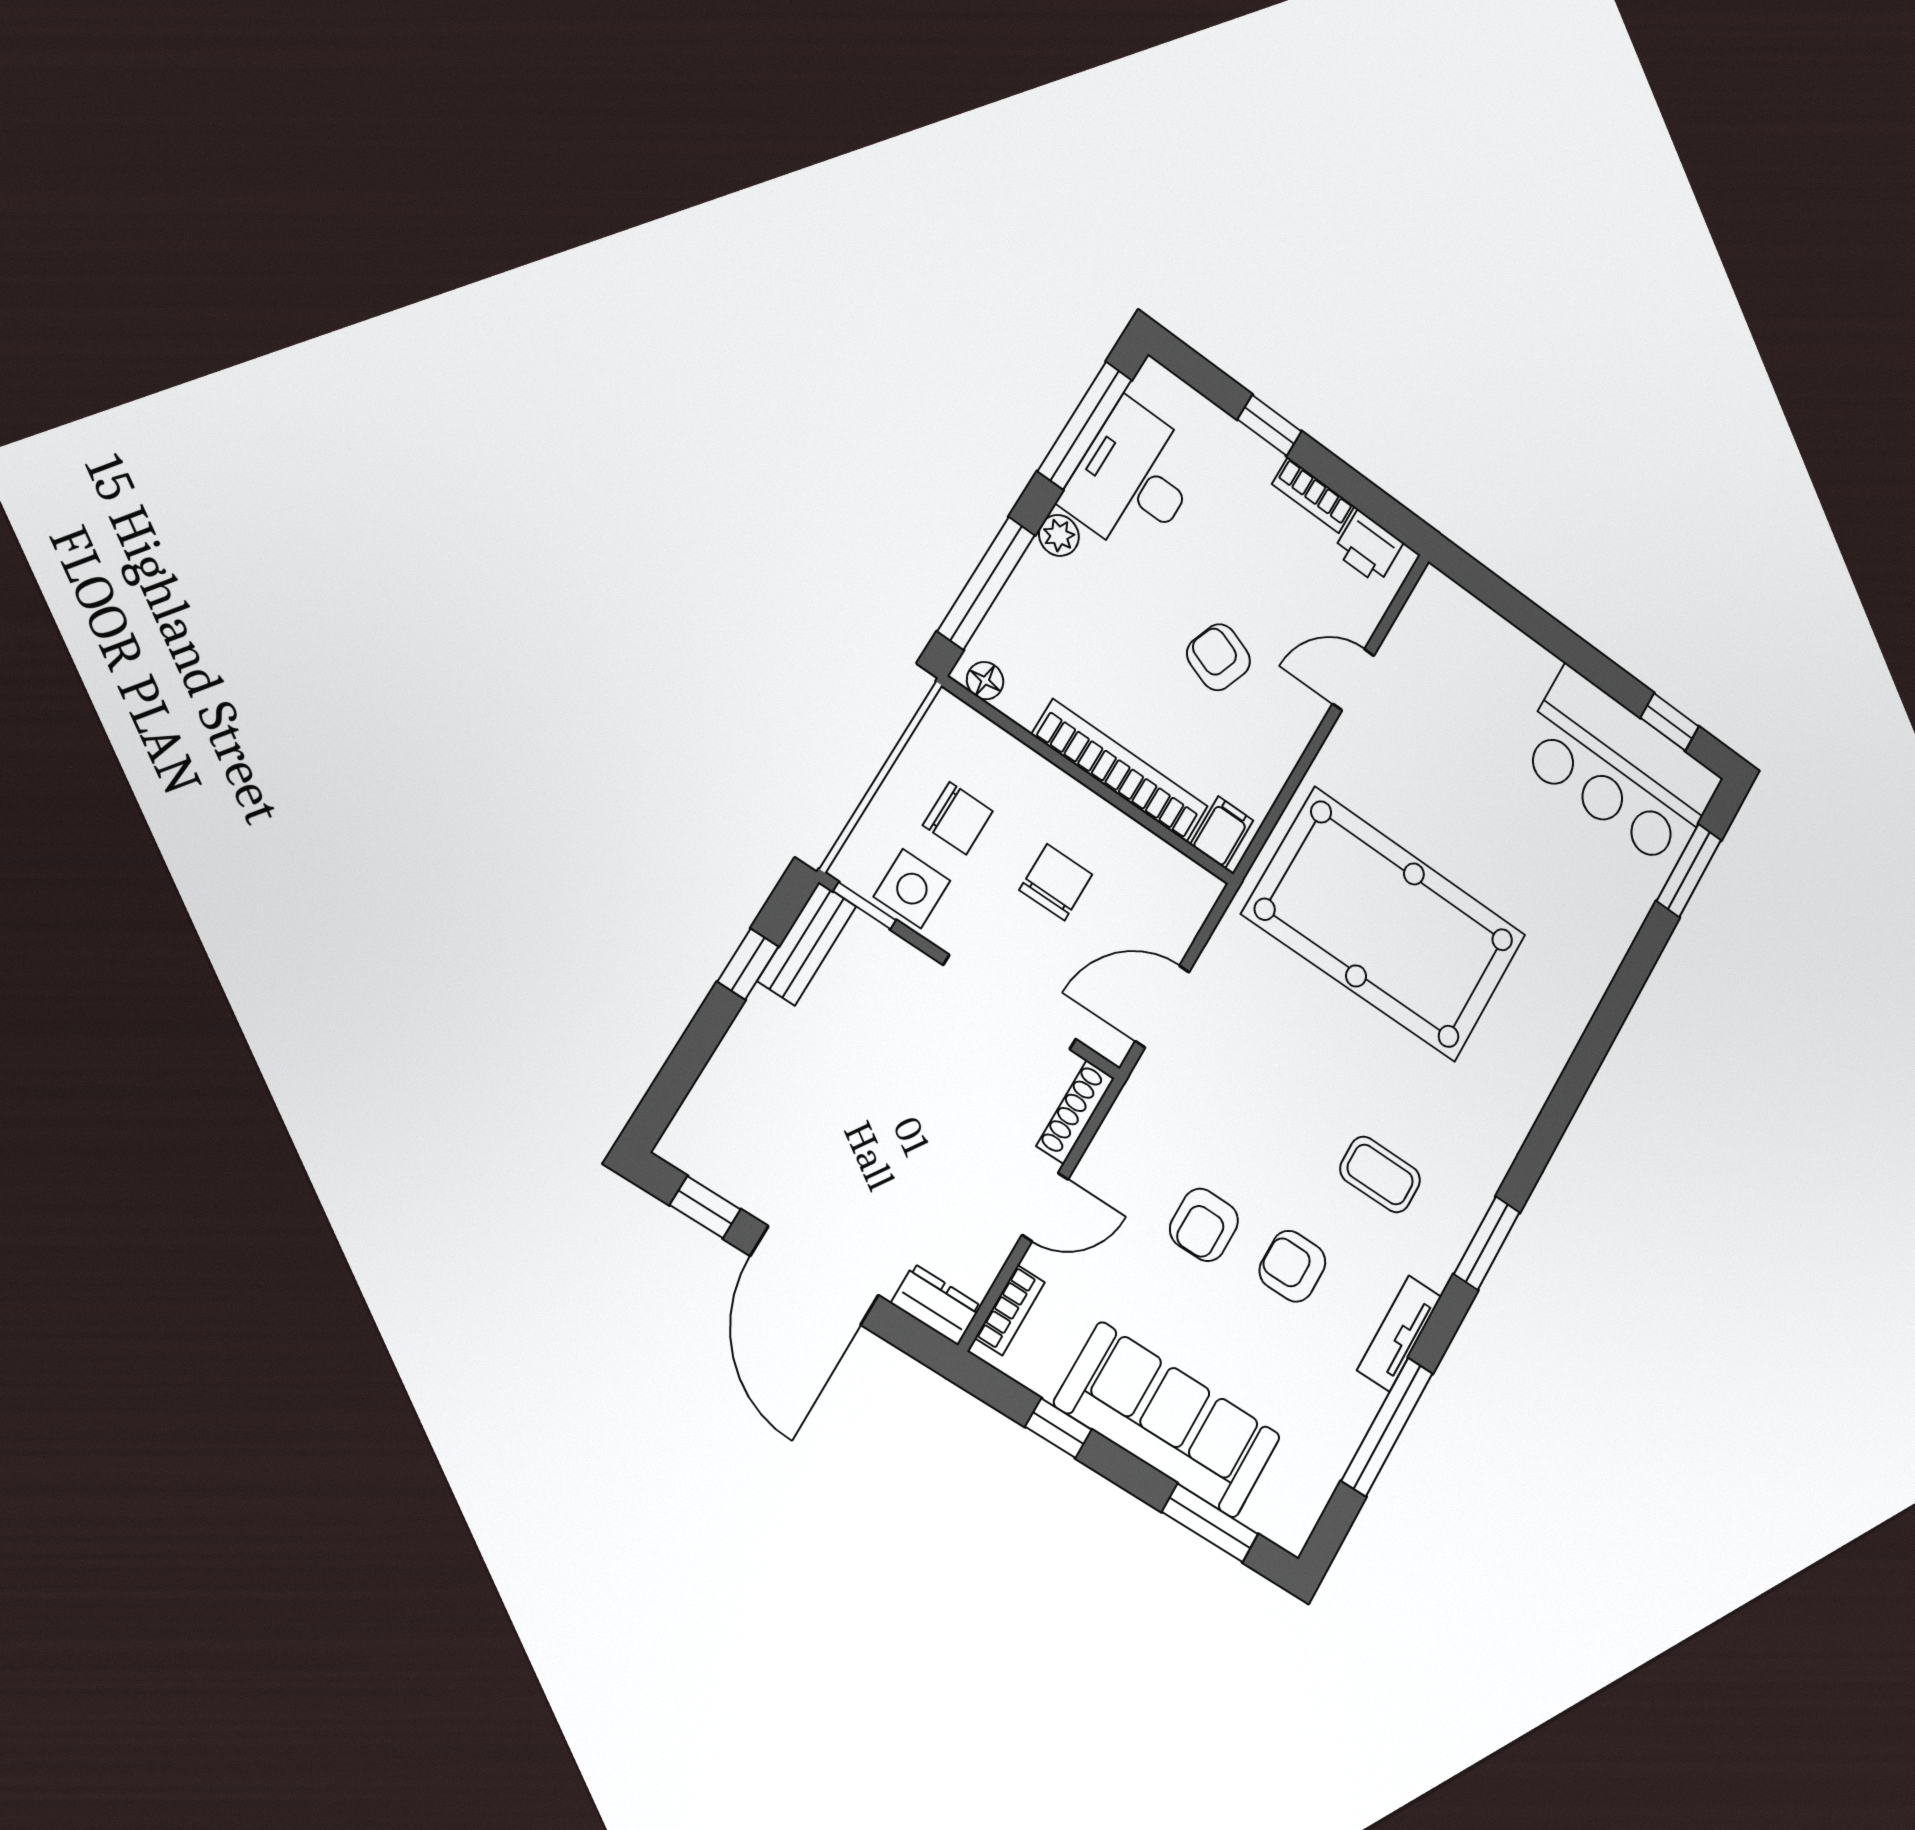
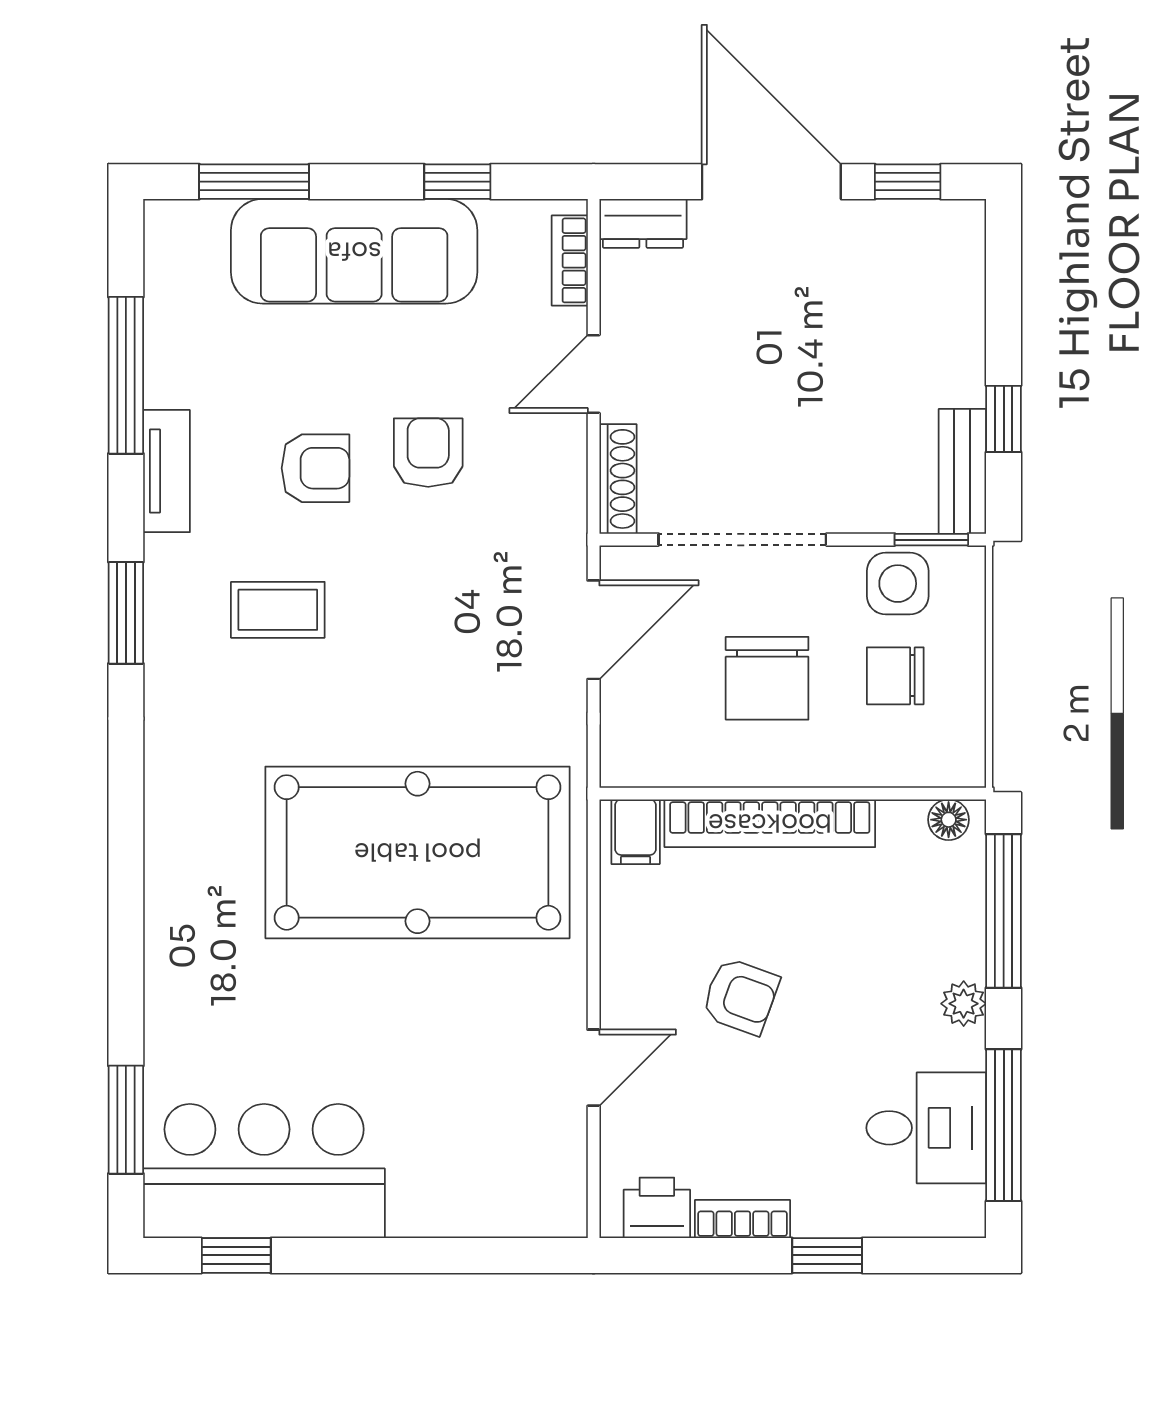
desk: (1133, 480) -> (926, 1128), width x0.73
chair: (1056, 882) -> (767, 678), width x1.37, depth x1.37

